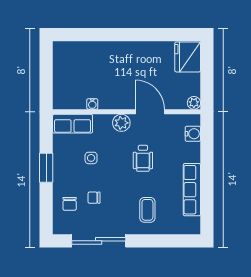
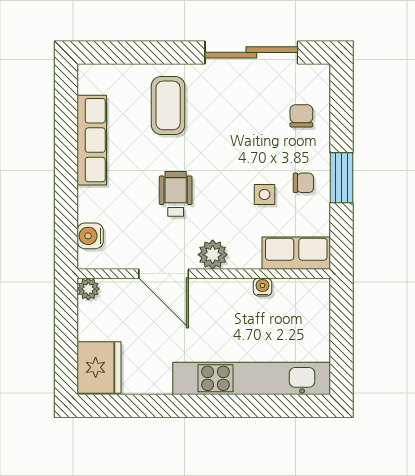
kitchen unit: (99, 51) -> (252, 378), added
chair: (94, 198) -> (303, 183), moved
coffee table: (147, 210) -> (168, 105), width x1.36, depth x1.30

